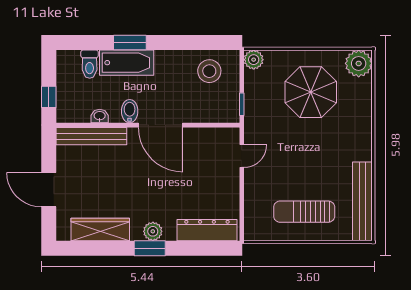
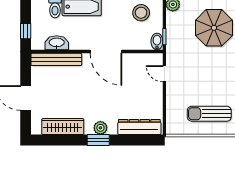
bidet: (130, 111) -> (157, 41), moved
washbasin: (100, 116) -> (57, 43), width x1.91, depth x1.45
door: (242, 156) -> (164, 74), swing flipped

